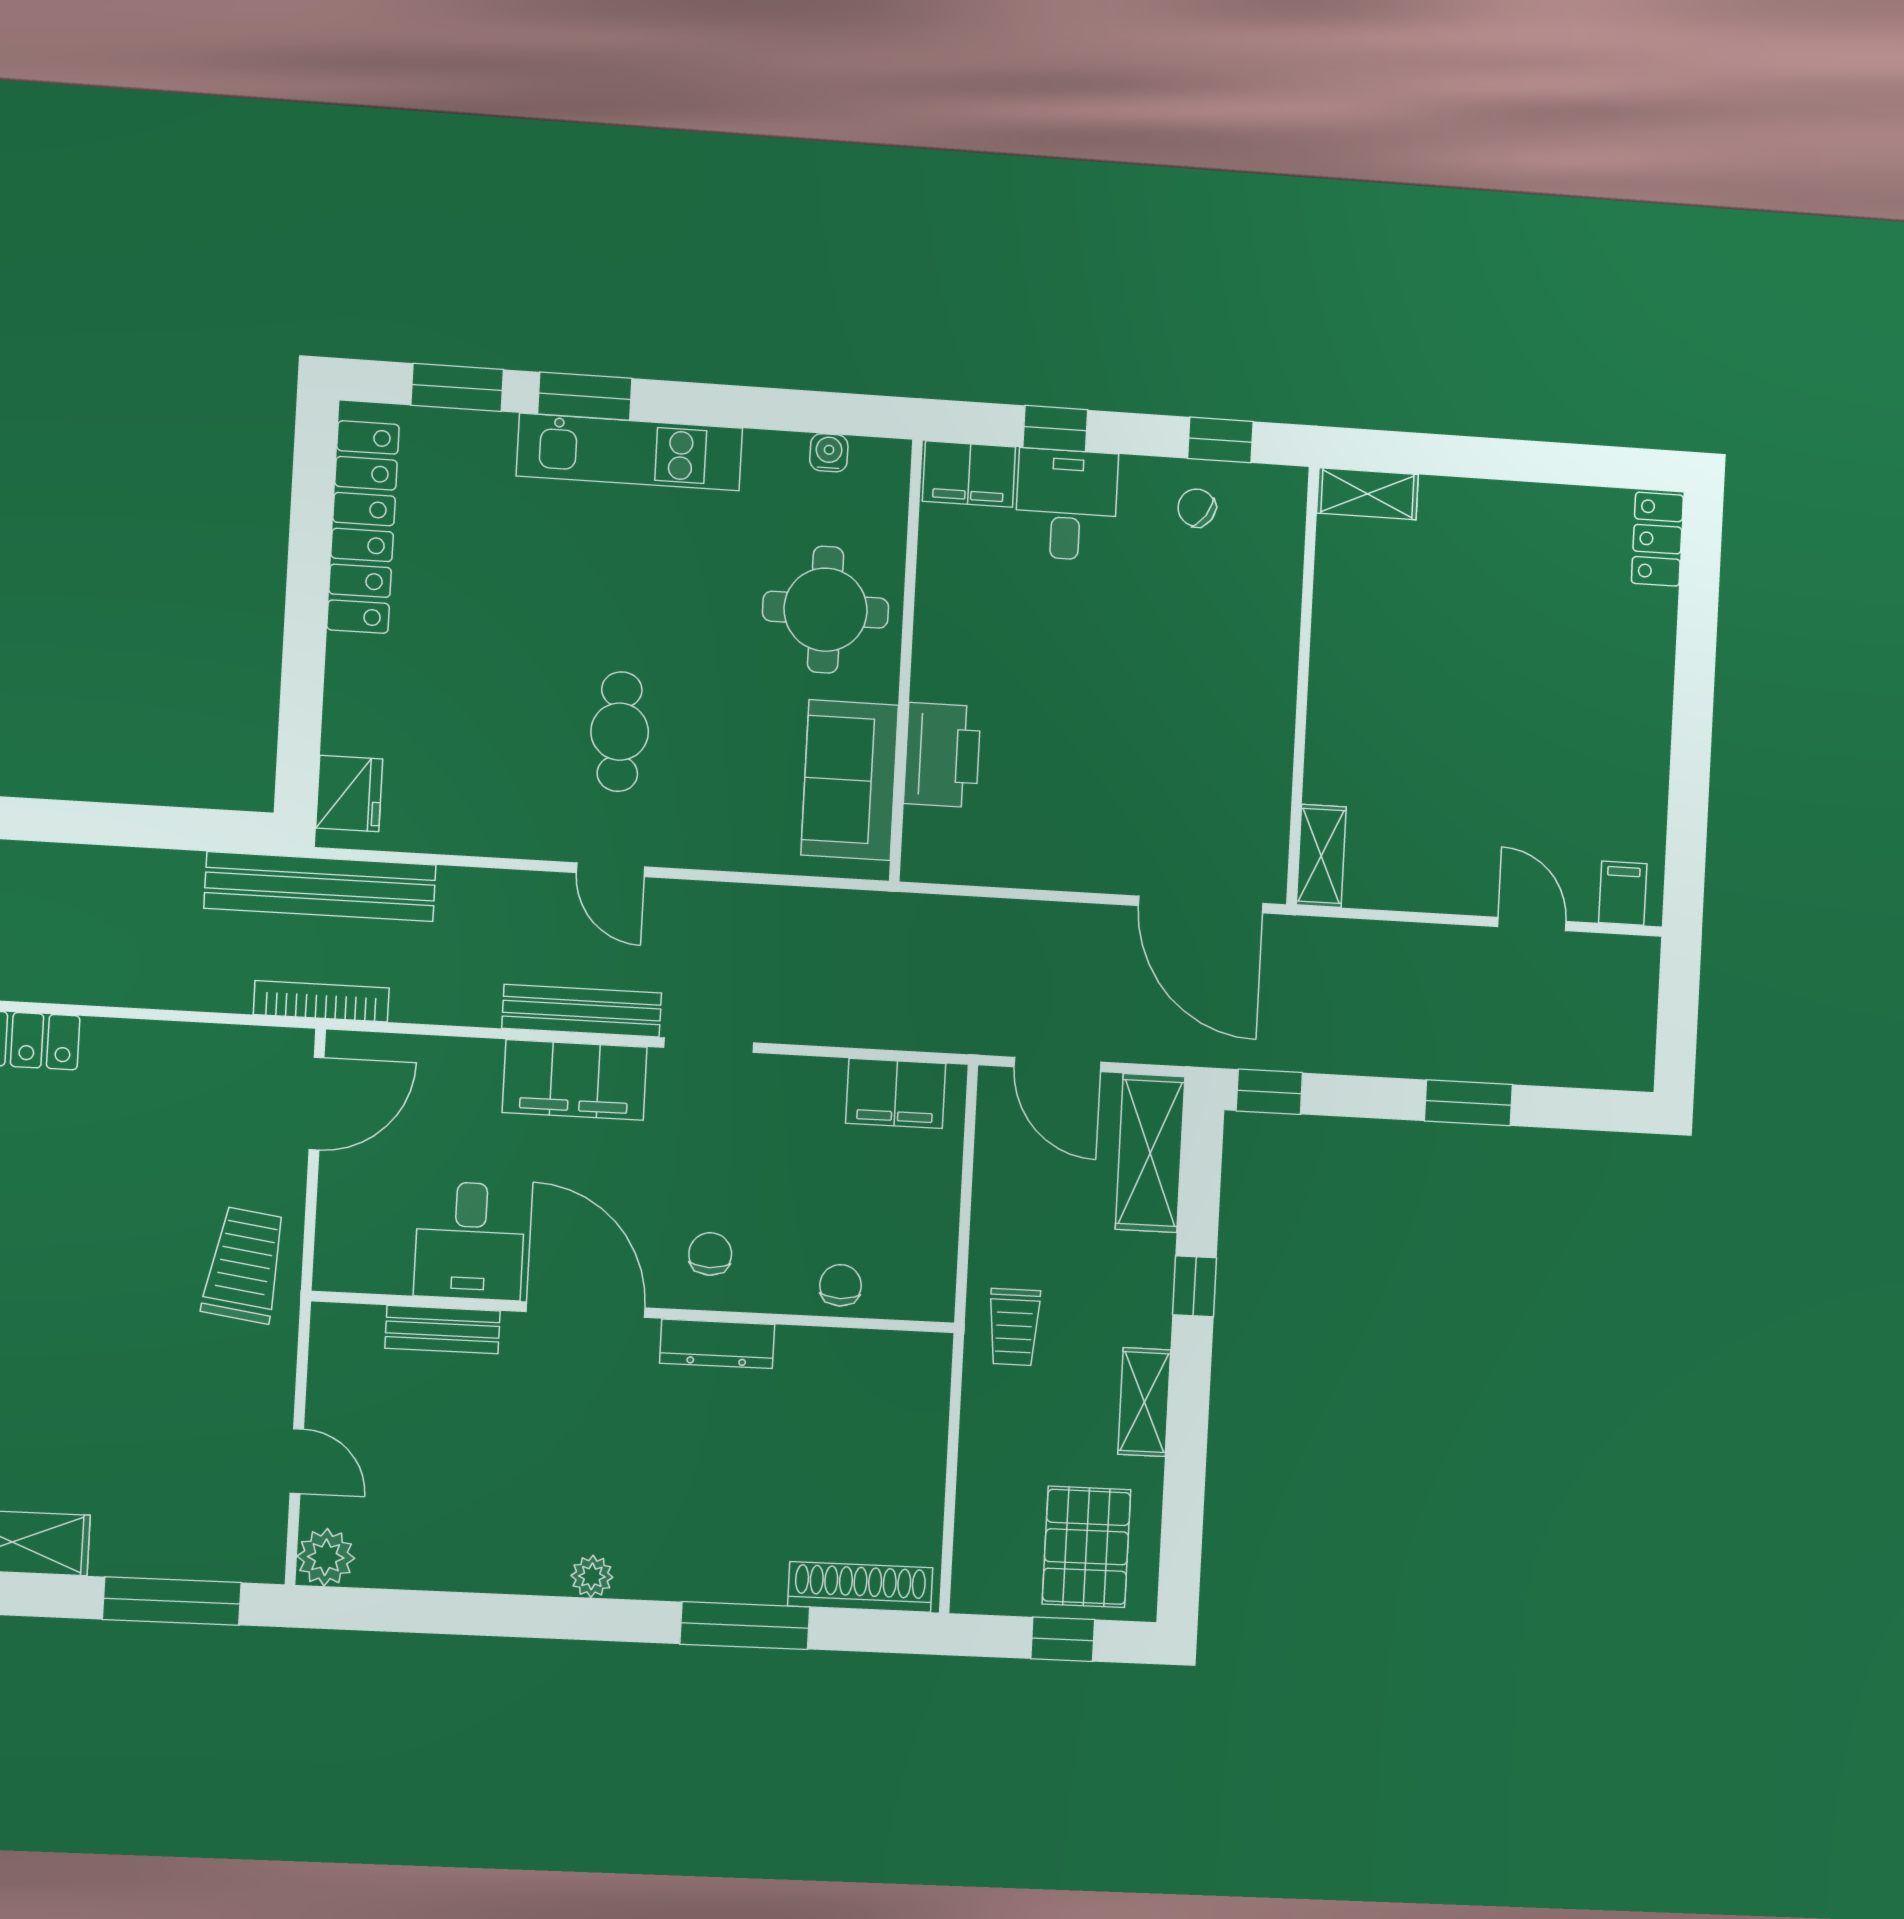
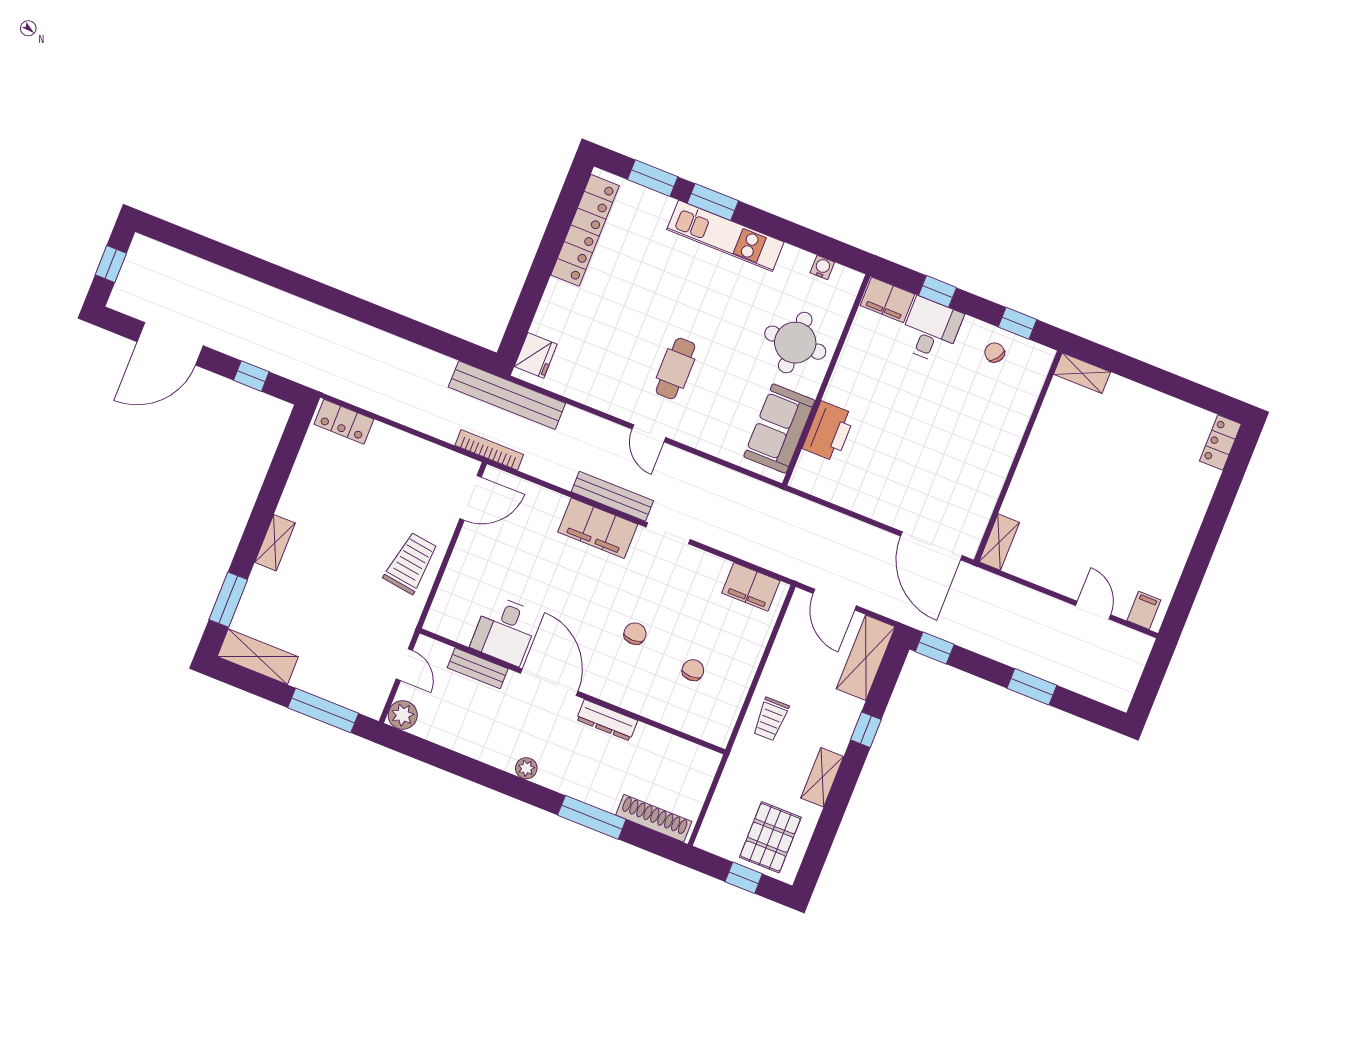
desk: (470, 1241) -> (505, 630), moved
door: (586, 1310) -> (549, 682), moved
wall: (635, 1312) -> (572, 691), moved
bench: (443, 1330) -> (478, 668), moved
dresser: (717, 1344) -> (607, 720), moved

